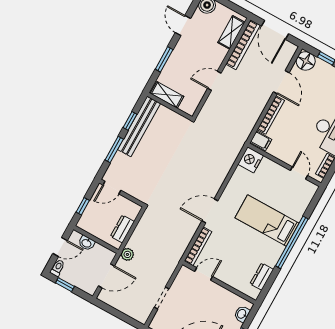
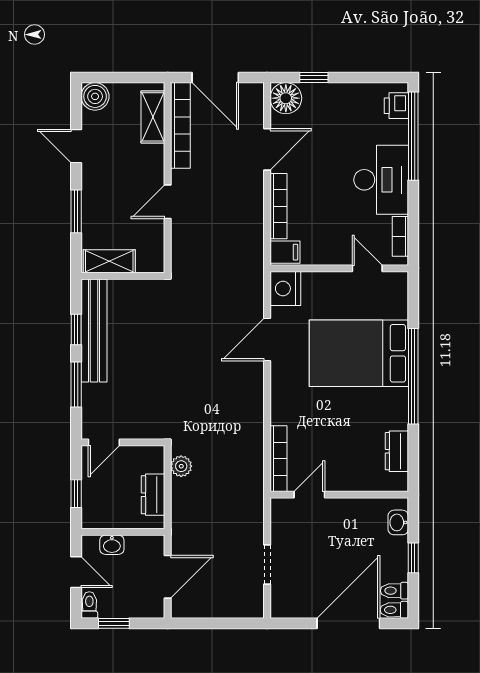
door: (281, 82) -> (267, 149), hinge flipped
door: (210, 211) -> (267, 340), moved
bed: (267, 220) -> (359, 353), width x1.50
door: (60, 247) -> (76, 572), hinge flipped
plant: (127, 254) -> (181, 466), moved

